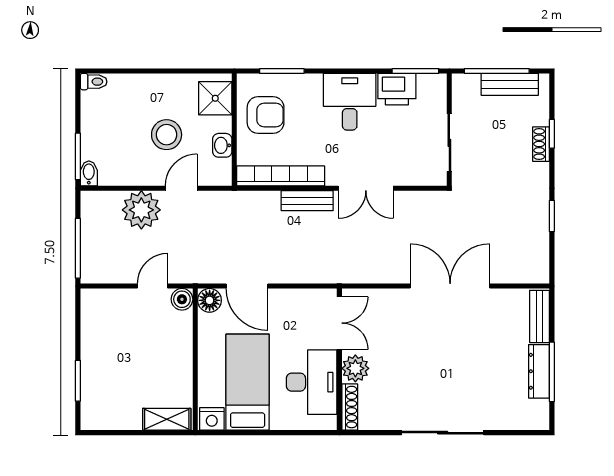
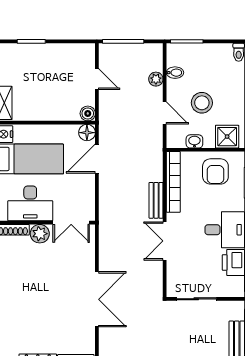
bidet: (89, 173) -> (175, 73), moved
plant: (141, 210) -> (156, 79), width x0.53, depth x0.53
door: (153, 286) -> (97, 79), moved

